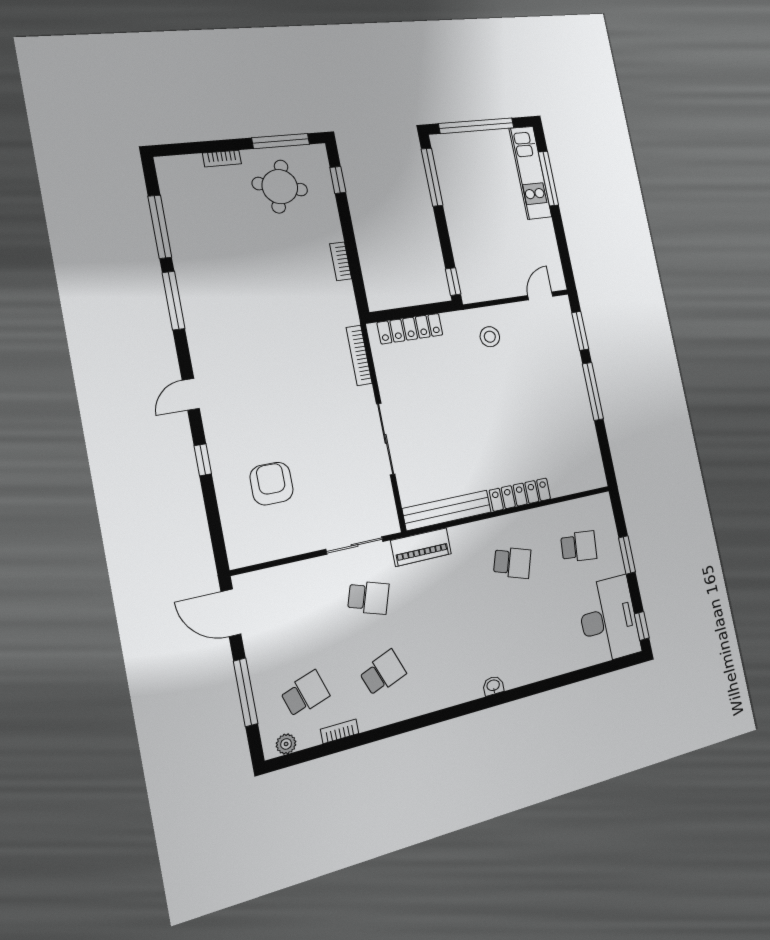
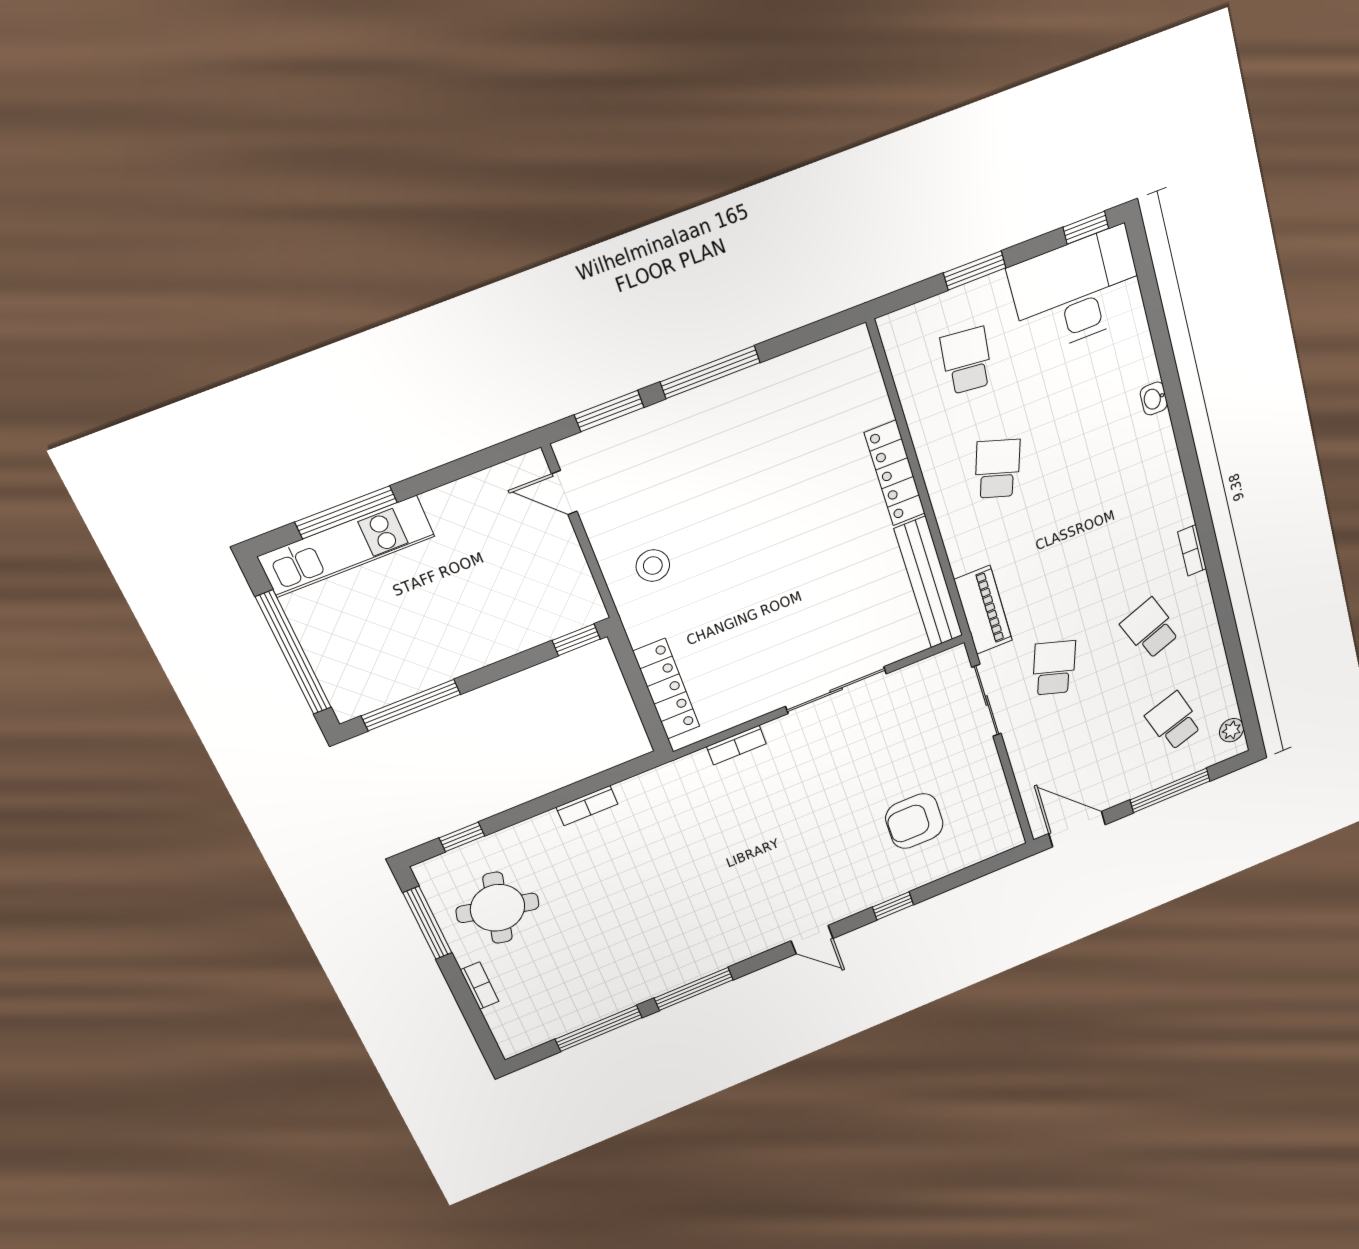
bookcase: (359, 355) -> (736, 745), width x0.64
door: (231, 613) -> (1077, 829), swing flipped
washbasin: (493, 686) -> (1154, 399), moved
bookcase: (340, 731) -> (1192, 550), moved

